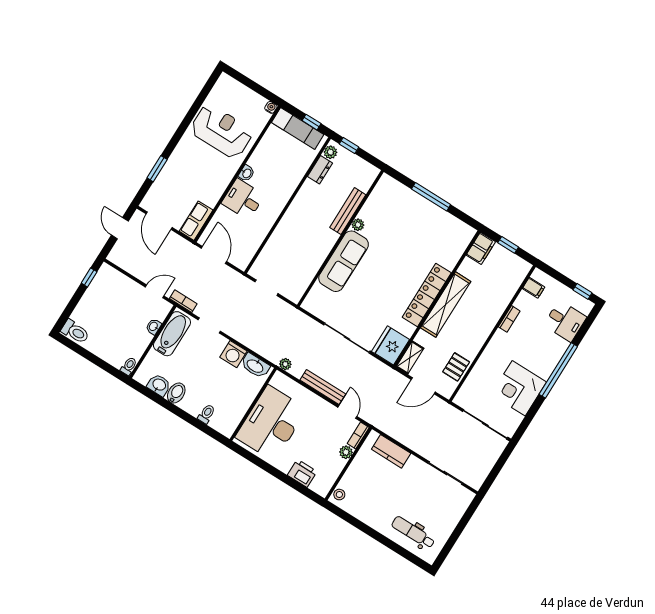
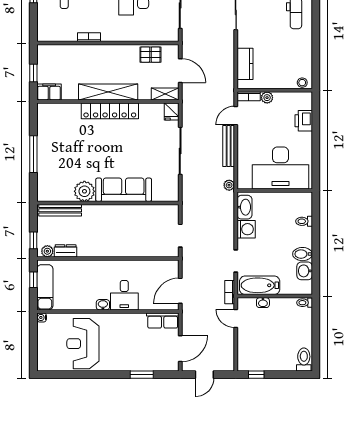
bench: (348, 211) -> (60, 210), moved
plant: (358, 225) -> (84, 191), width x1.87, depth x1.87
filing cabinet: (534, 288) -> (54, 33), removed
fridge: (391, 345) -> (172, 111), width x0.53, depth x0.75

